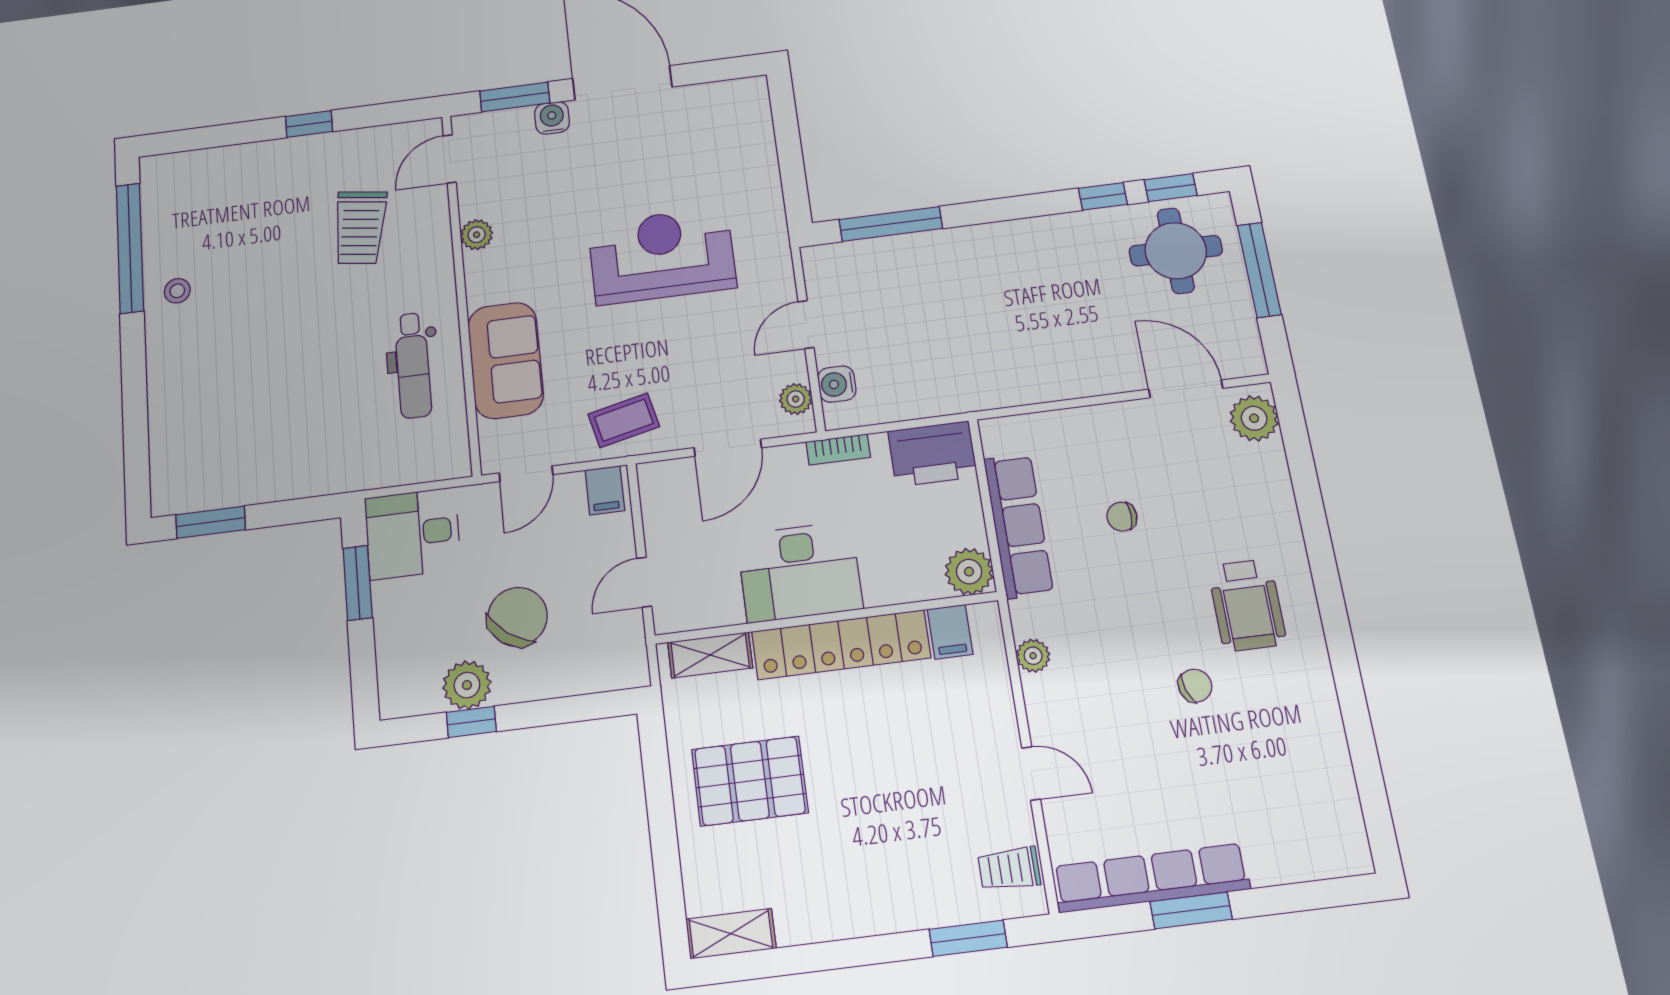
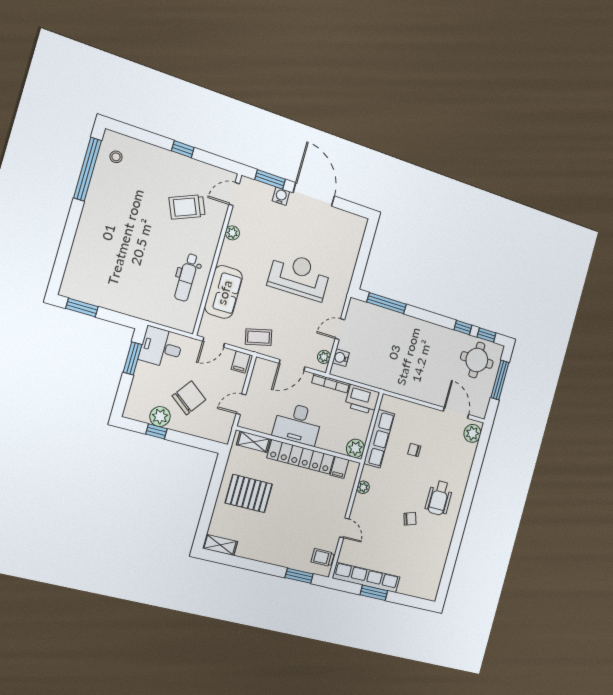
trolley: (360, 227) -> (187, 207), turned 59
stool: (177, 291) -> (116, 157), moved
bookcase: (838, 449) -> (331, 383), width x1.56

